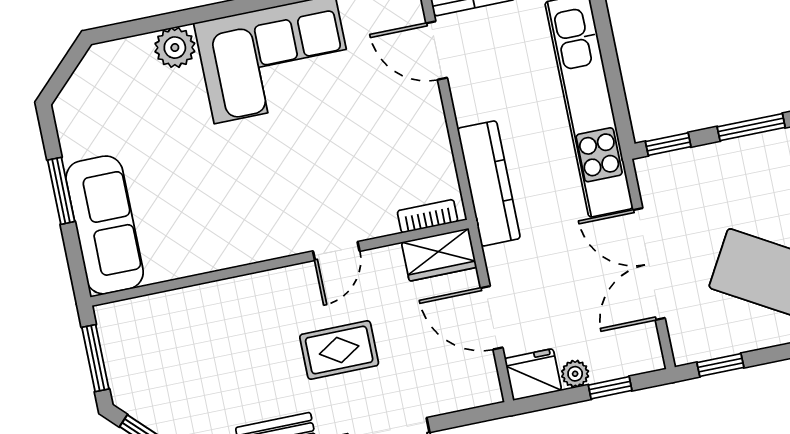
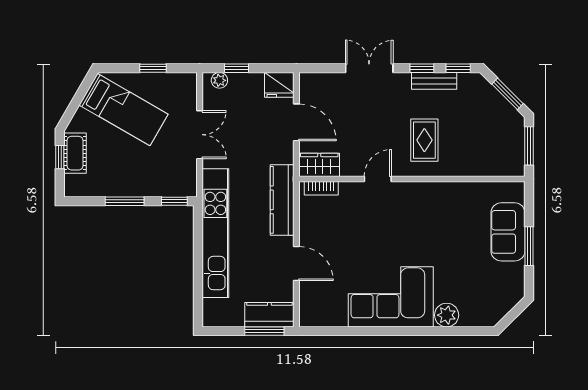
door: (437, 50) -> (296, 264), moved
sofa: (105, 225) -> (508, 232), width x0.73
double door: (649, 264) -> (200, 135), width x0.73
rug: (339, 350) -> (424, 140), moved, turned 90
window: (720, 365) -> (153, 68), moved
plant: (575, 374) -> (219, 80), moved

